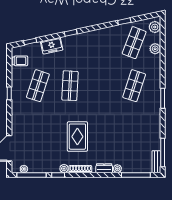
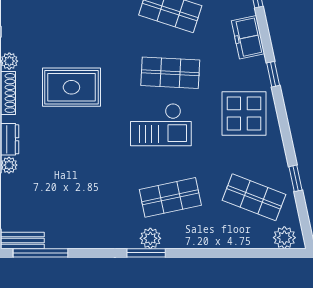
display table: (91, 48) -> (244, 113), added
plant: (155, 49) -> (150, 238), moved
shop shelf: (134, 86) -> (170, 197), turned -30
checkout: (97, 91) -> (161, 125), added

